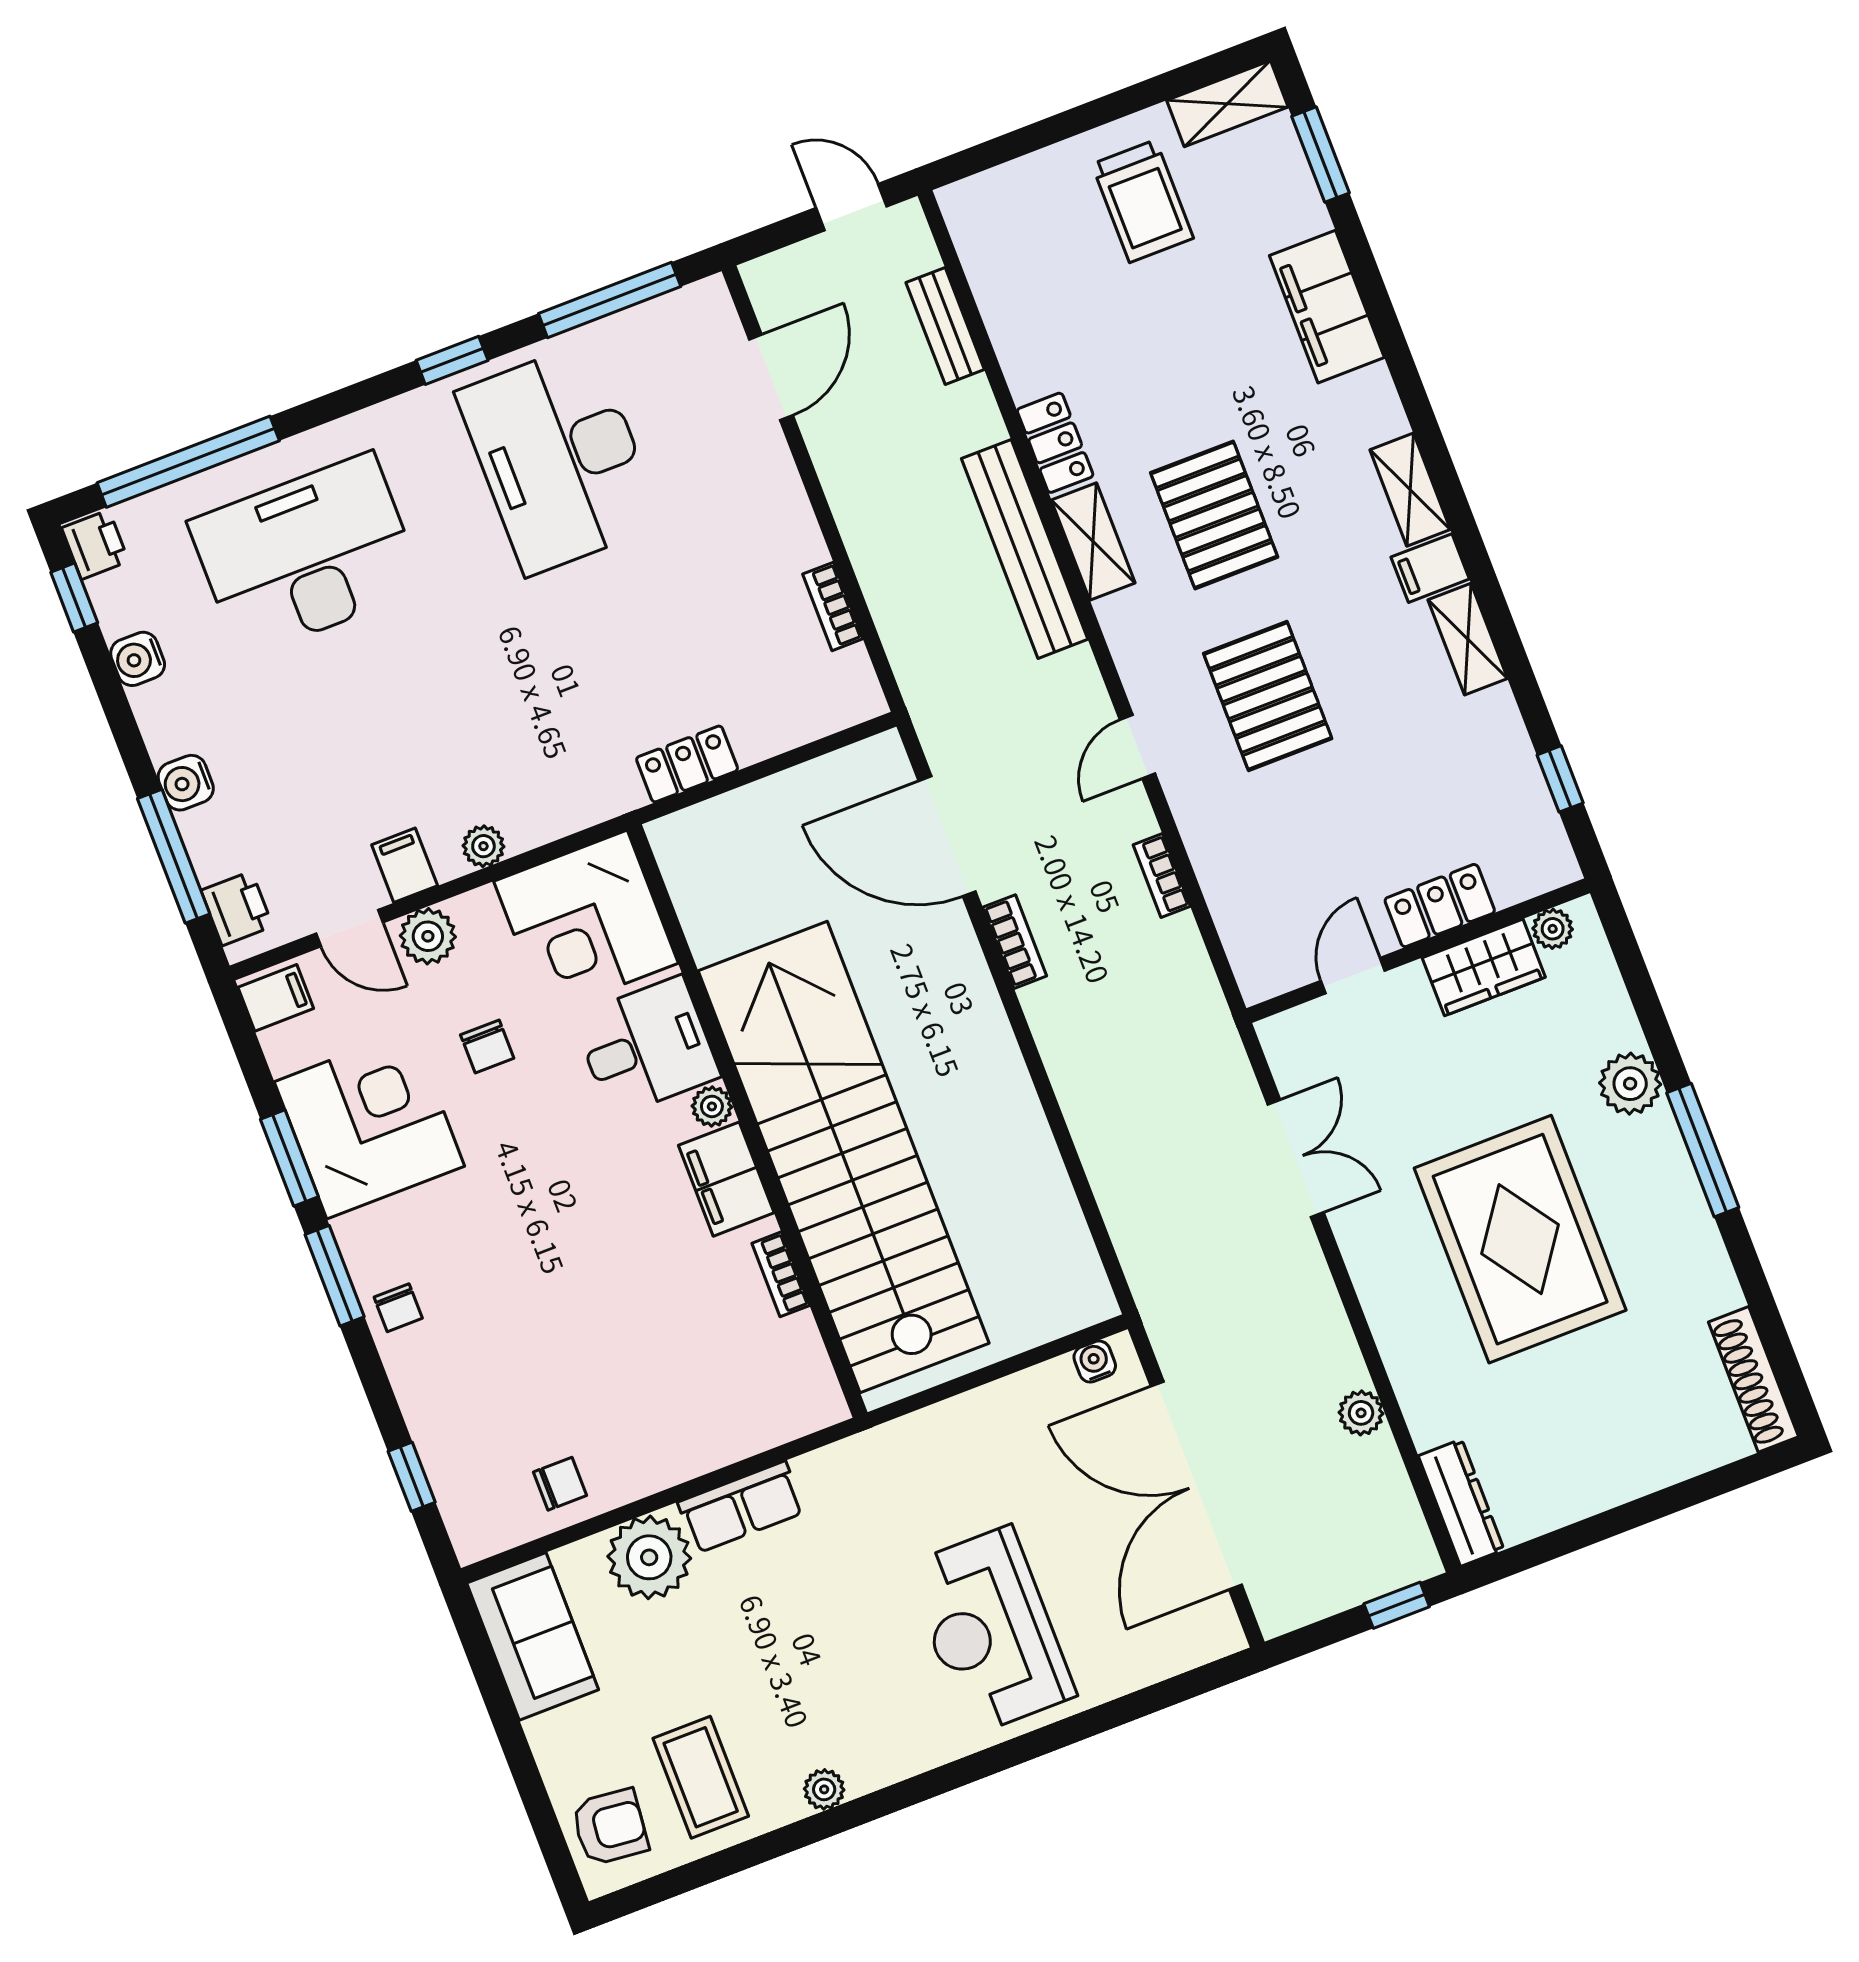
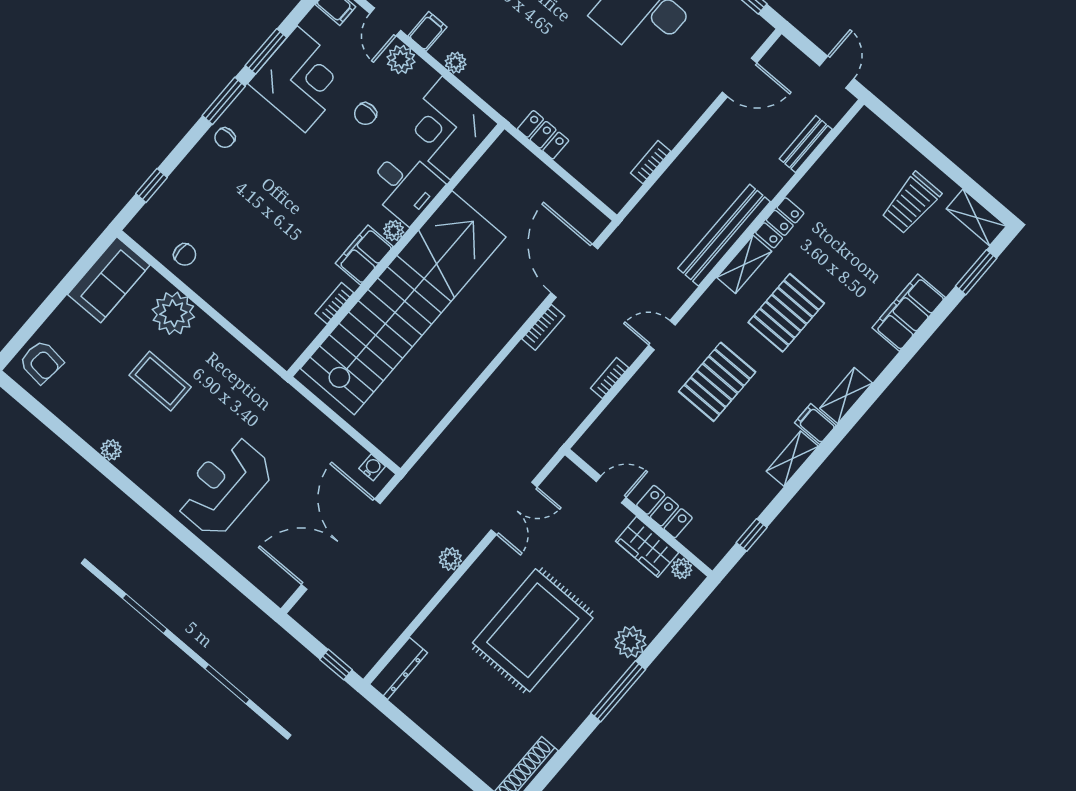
plant: (1361, 1413) -> (450, 559), moved
row of seats: (741, 1507) -> (219, 343), removed
coffee table: (701, 1777) -> (160, 381), moved, turned 90

